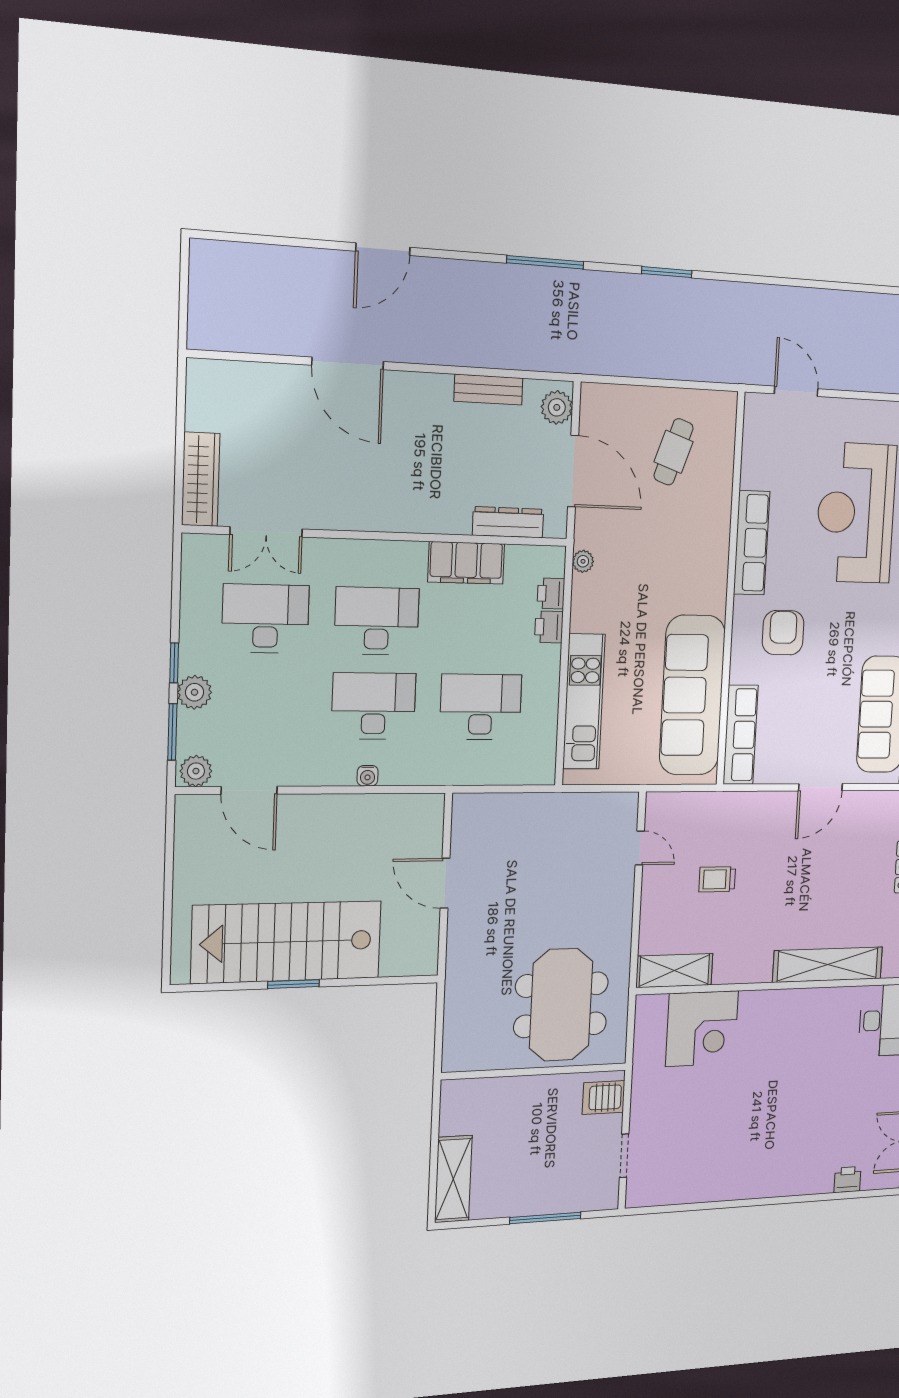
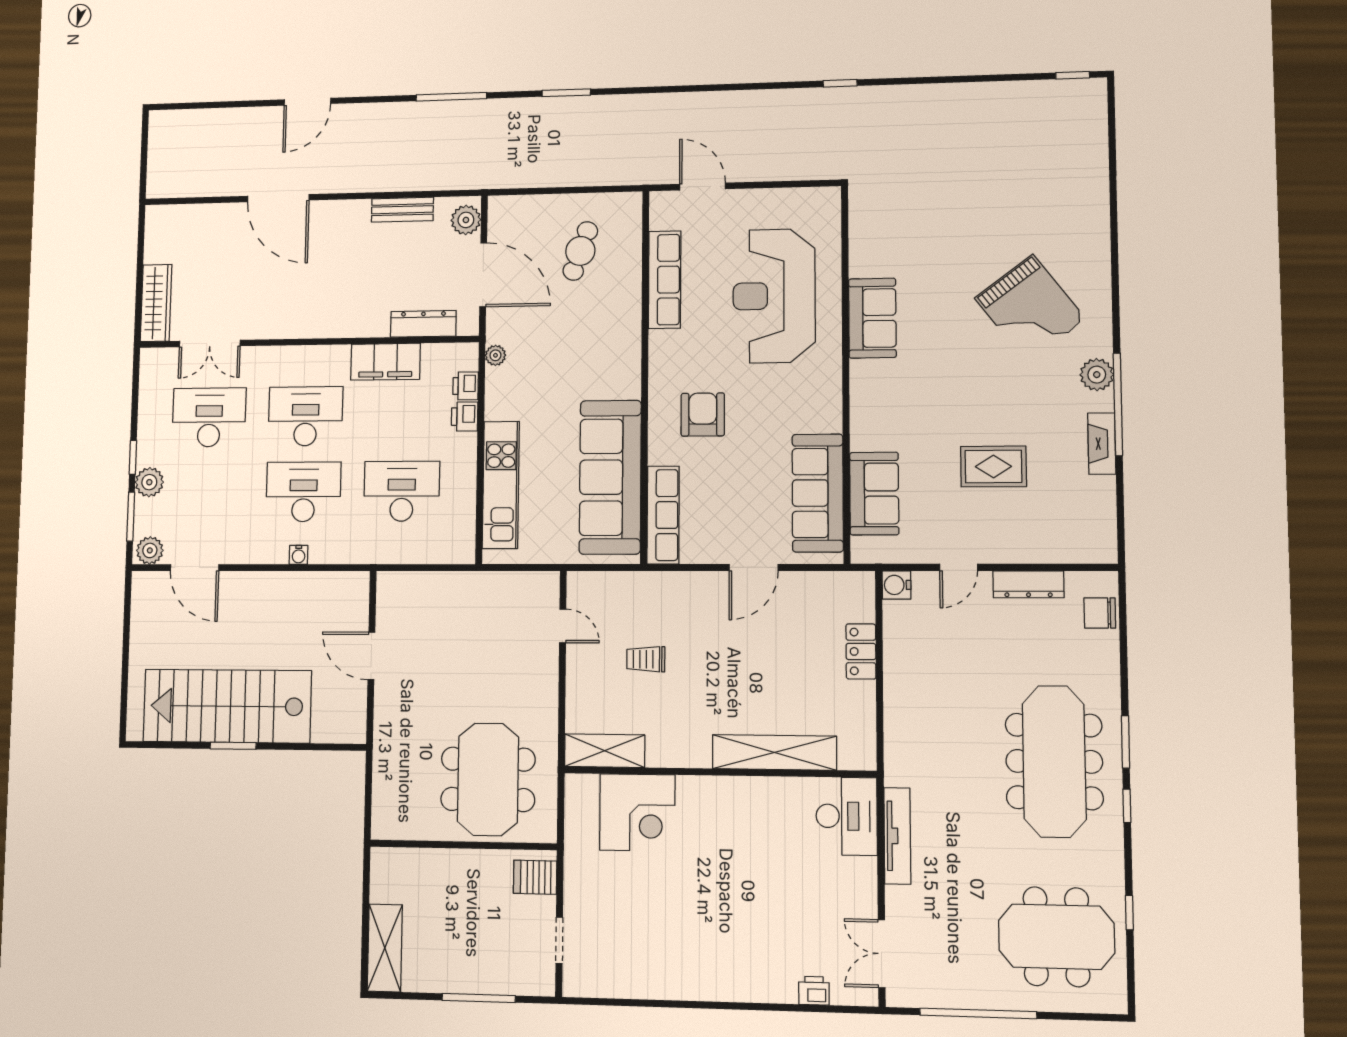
row of seats: (752, 543) -> (665, 280), moved

